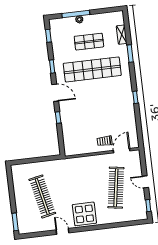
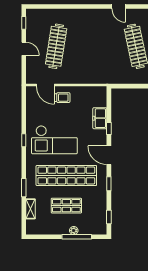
checkout: (107, 101) -> (54, 140), added
freezer: (68, 126) -> (100, 118), added
door: (122, 151) -> (45, 85), hinge flipped
display table: (84, 214) -> (93, 22), removed

